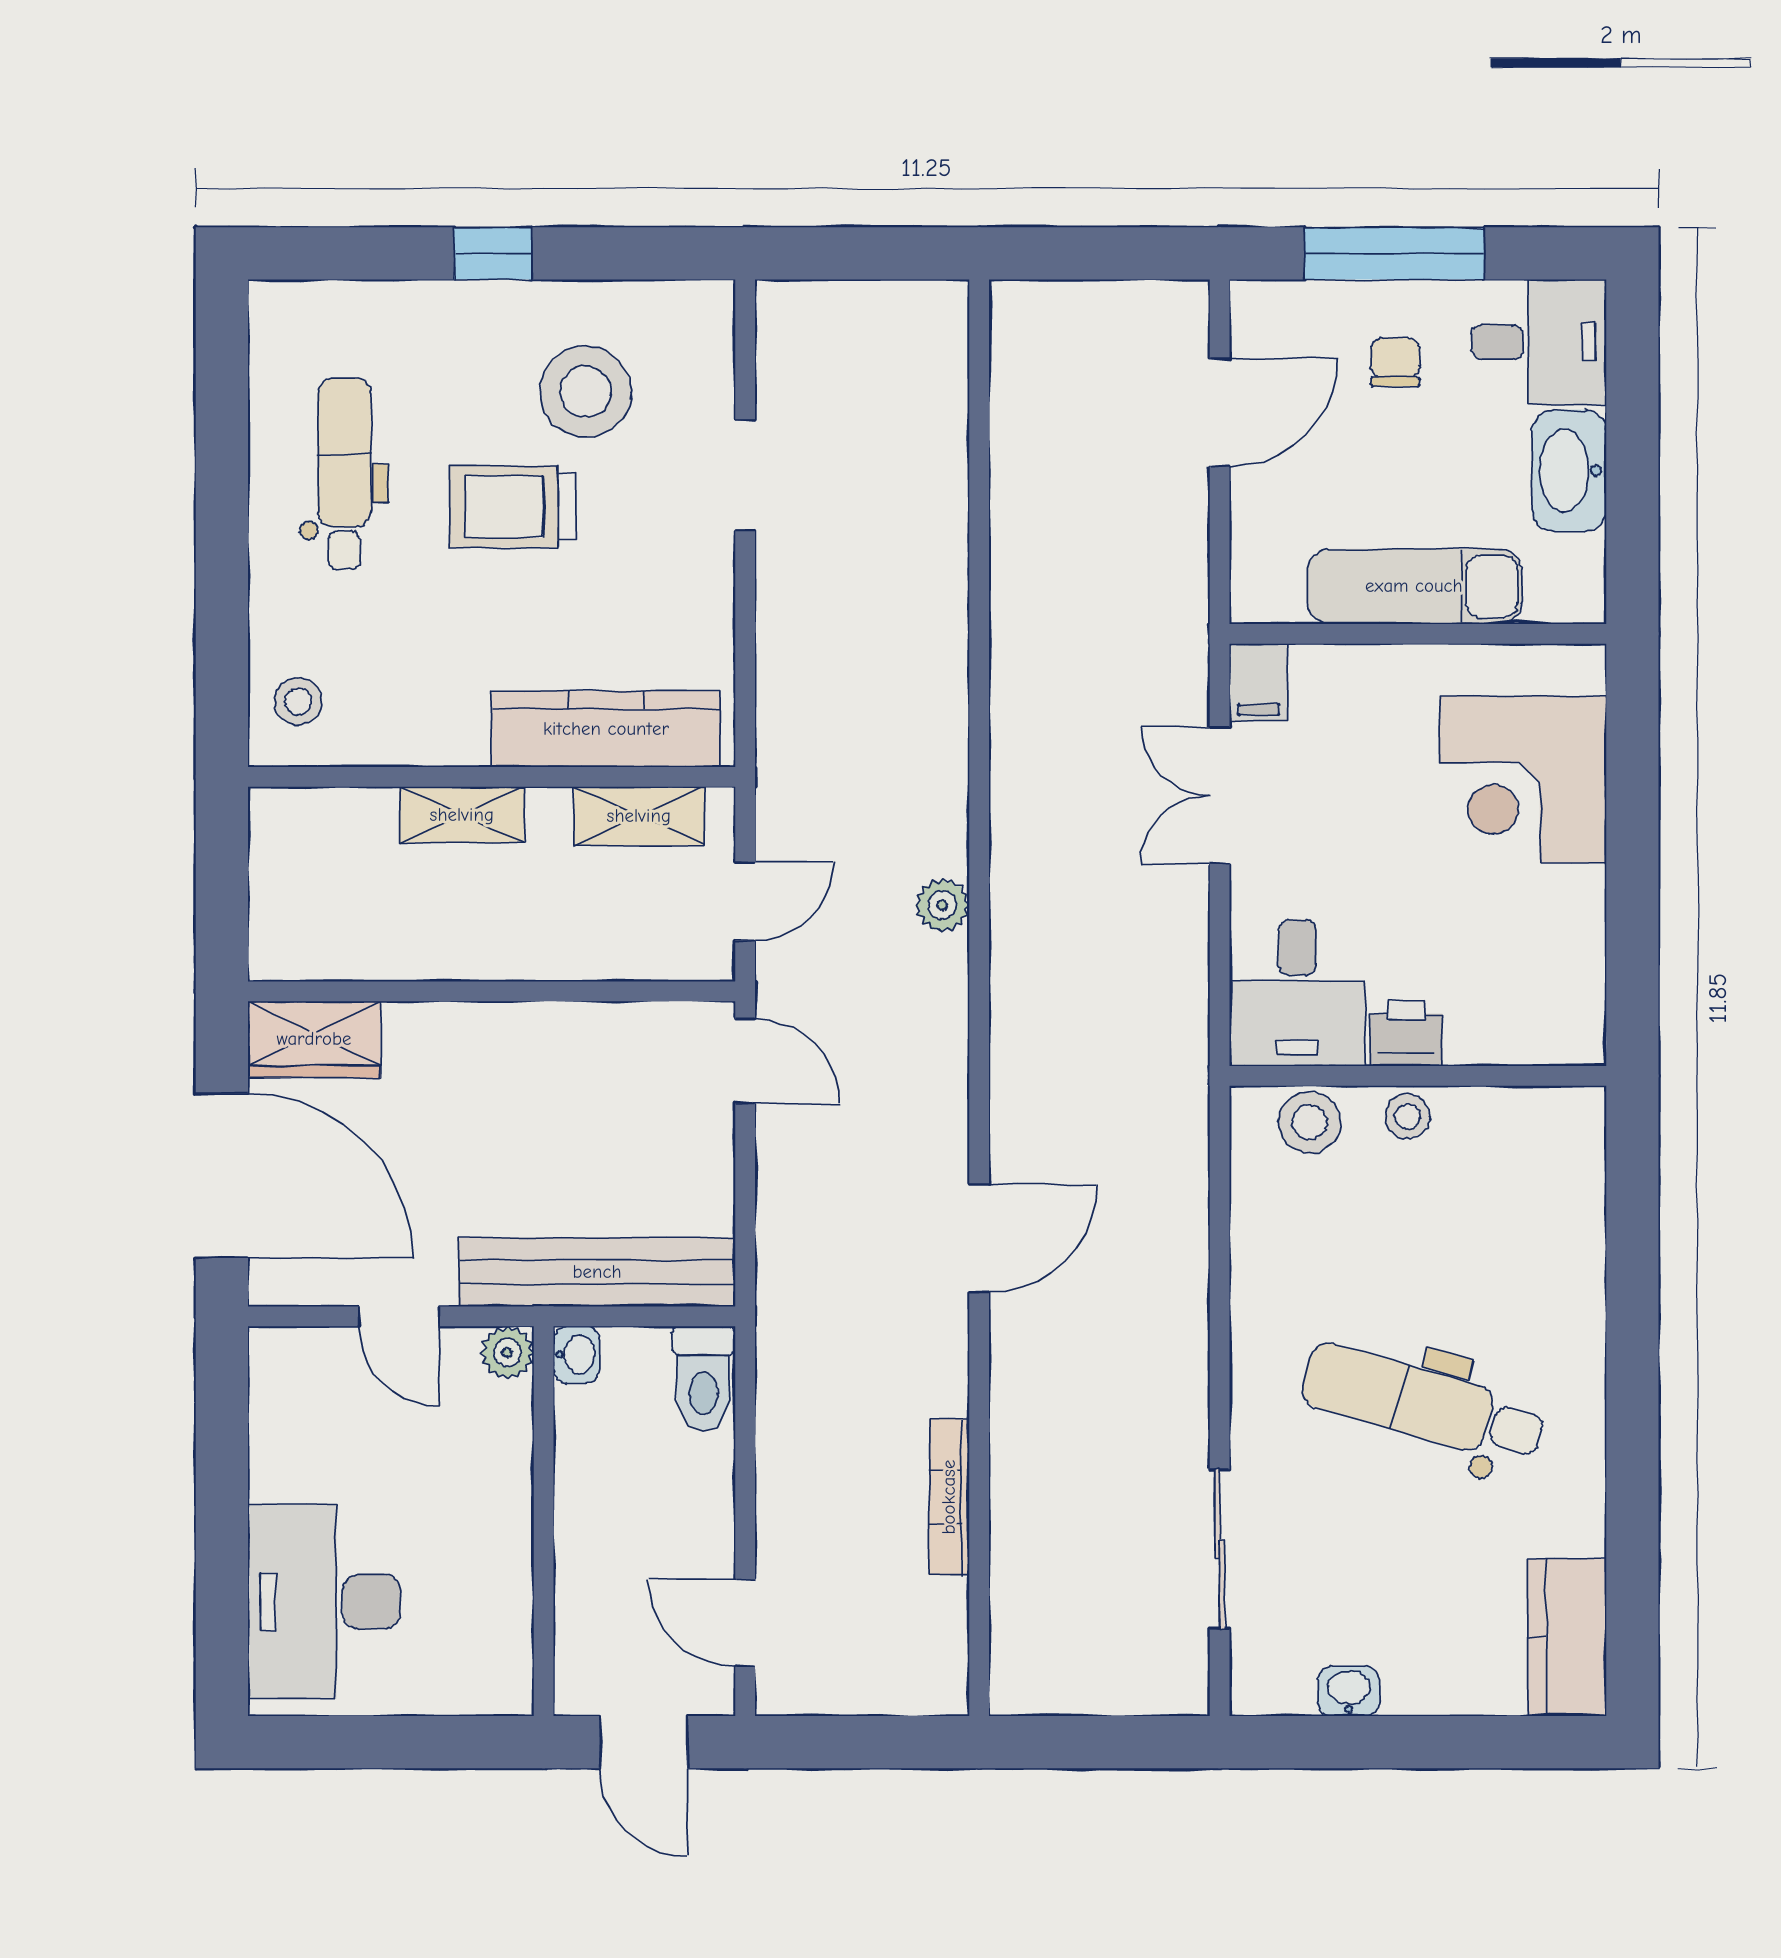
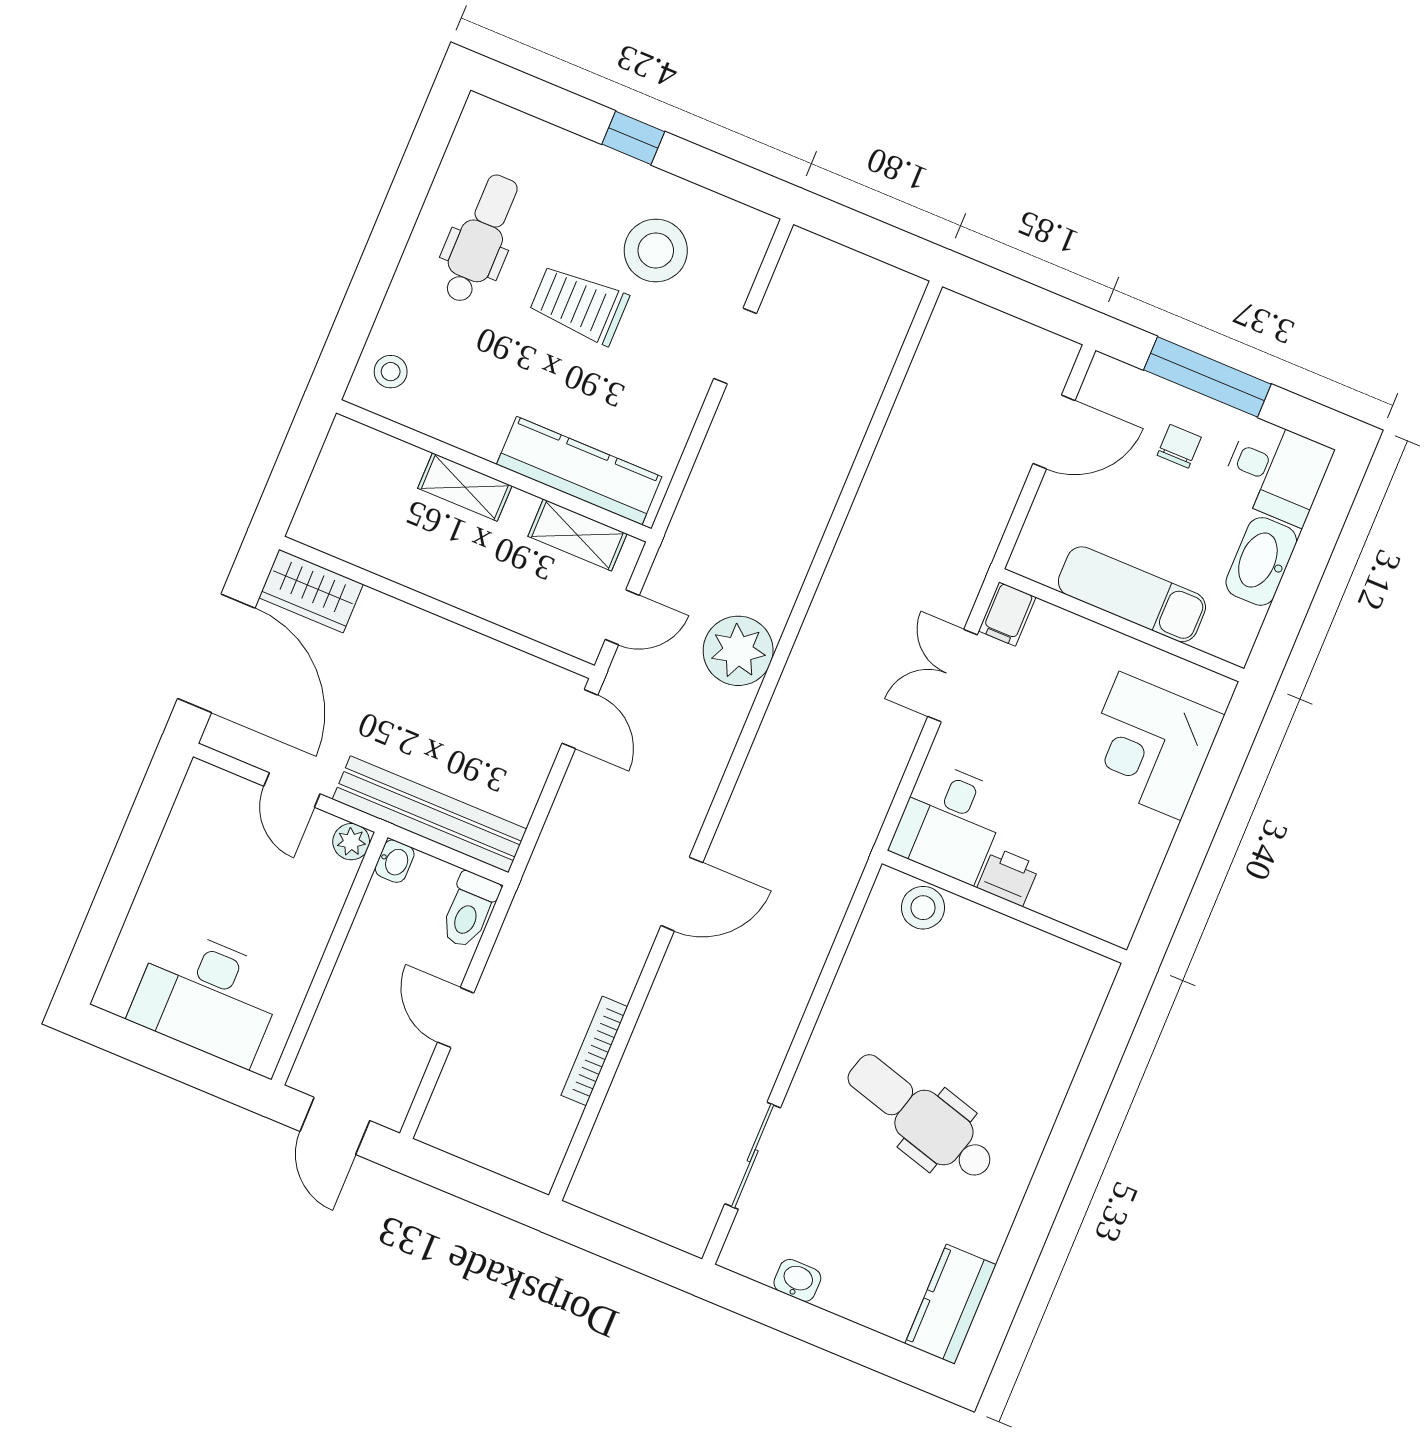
plant: (942, 905) -> (738, 651), width x1.87, depth x1.87
stool: (1407, 1117) -> (987, 930), removed
desk: (324, 1602) -> (207, 996), moved, turned -90
door: (745, 1623) -> (456, 1018), moved

